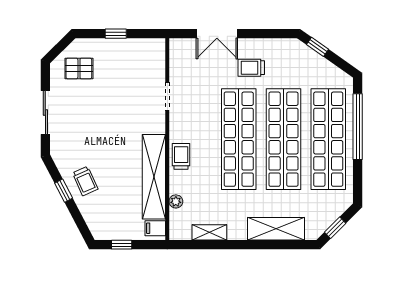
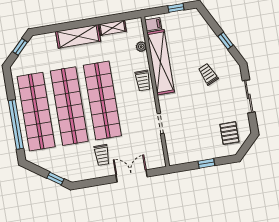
pallet: (79, 68) -> (229, 133), turned 90
trolley: (251, 68) -> (102, 155), turned 90
trolley: (85, 181) -> (208, 74), moved
shelving: (276, 229) -> (78, 36), moved

